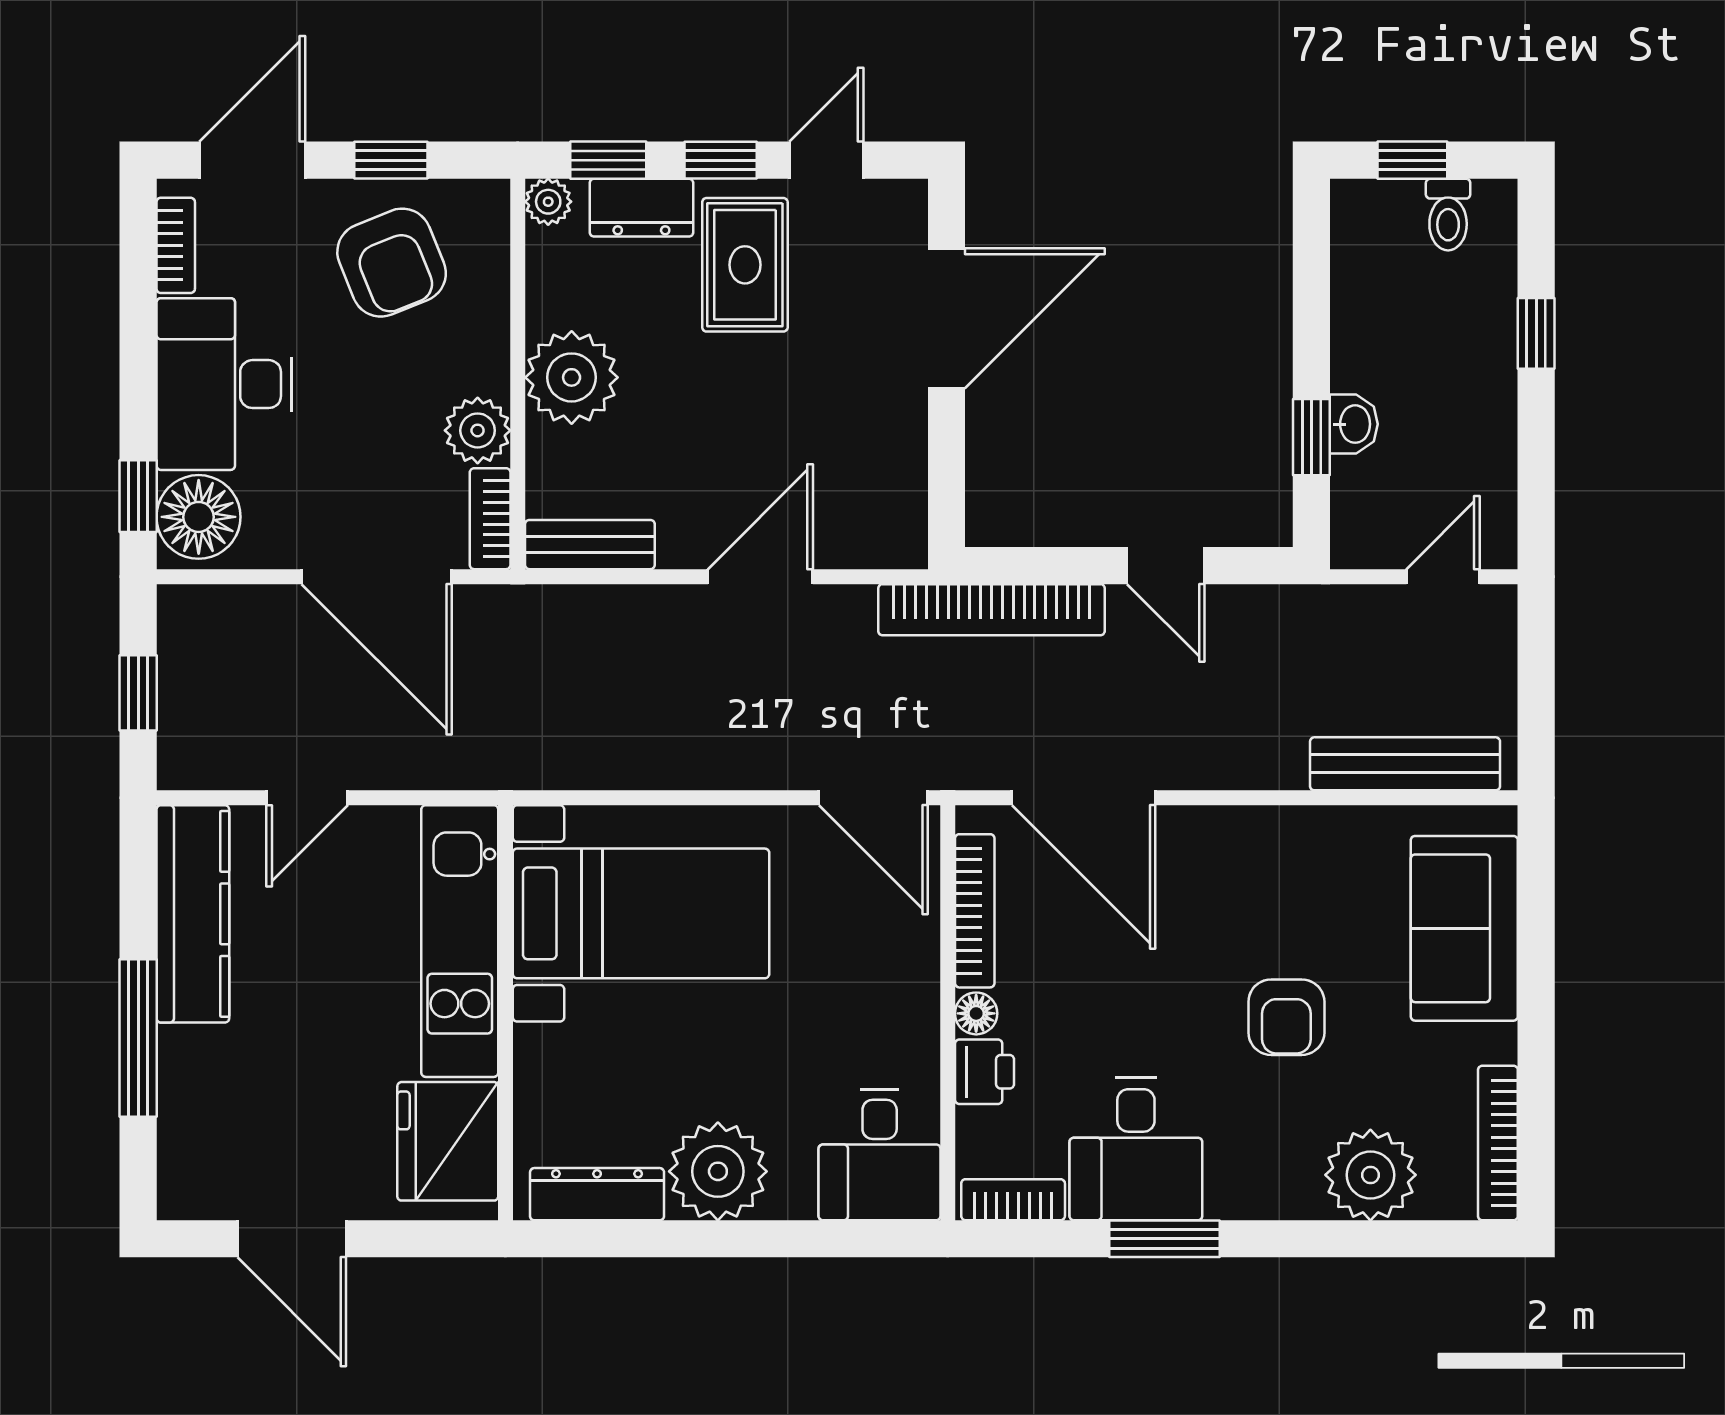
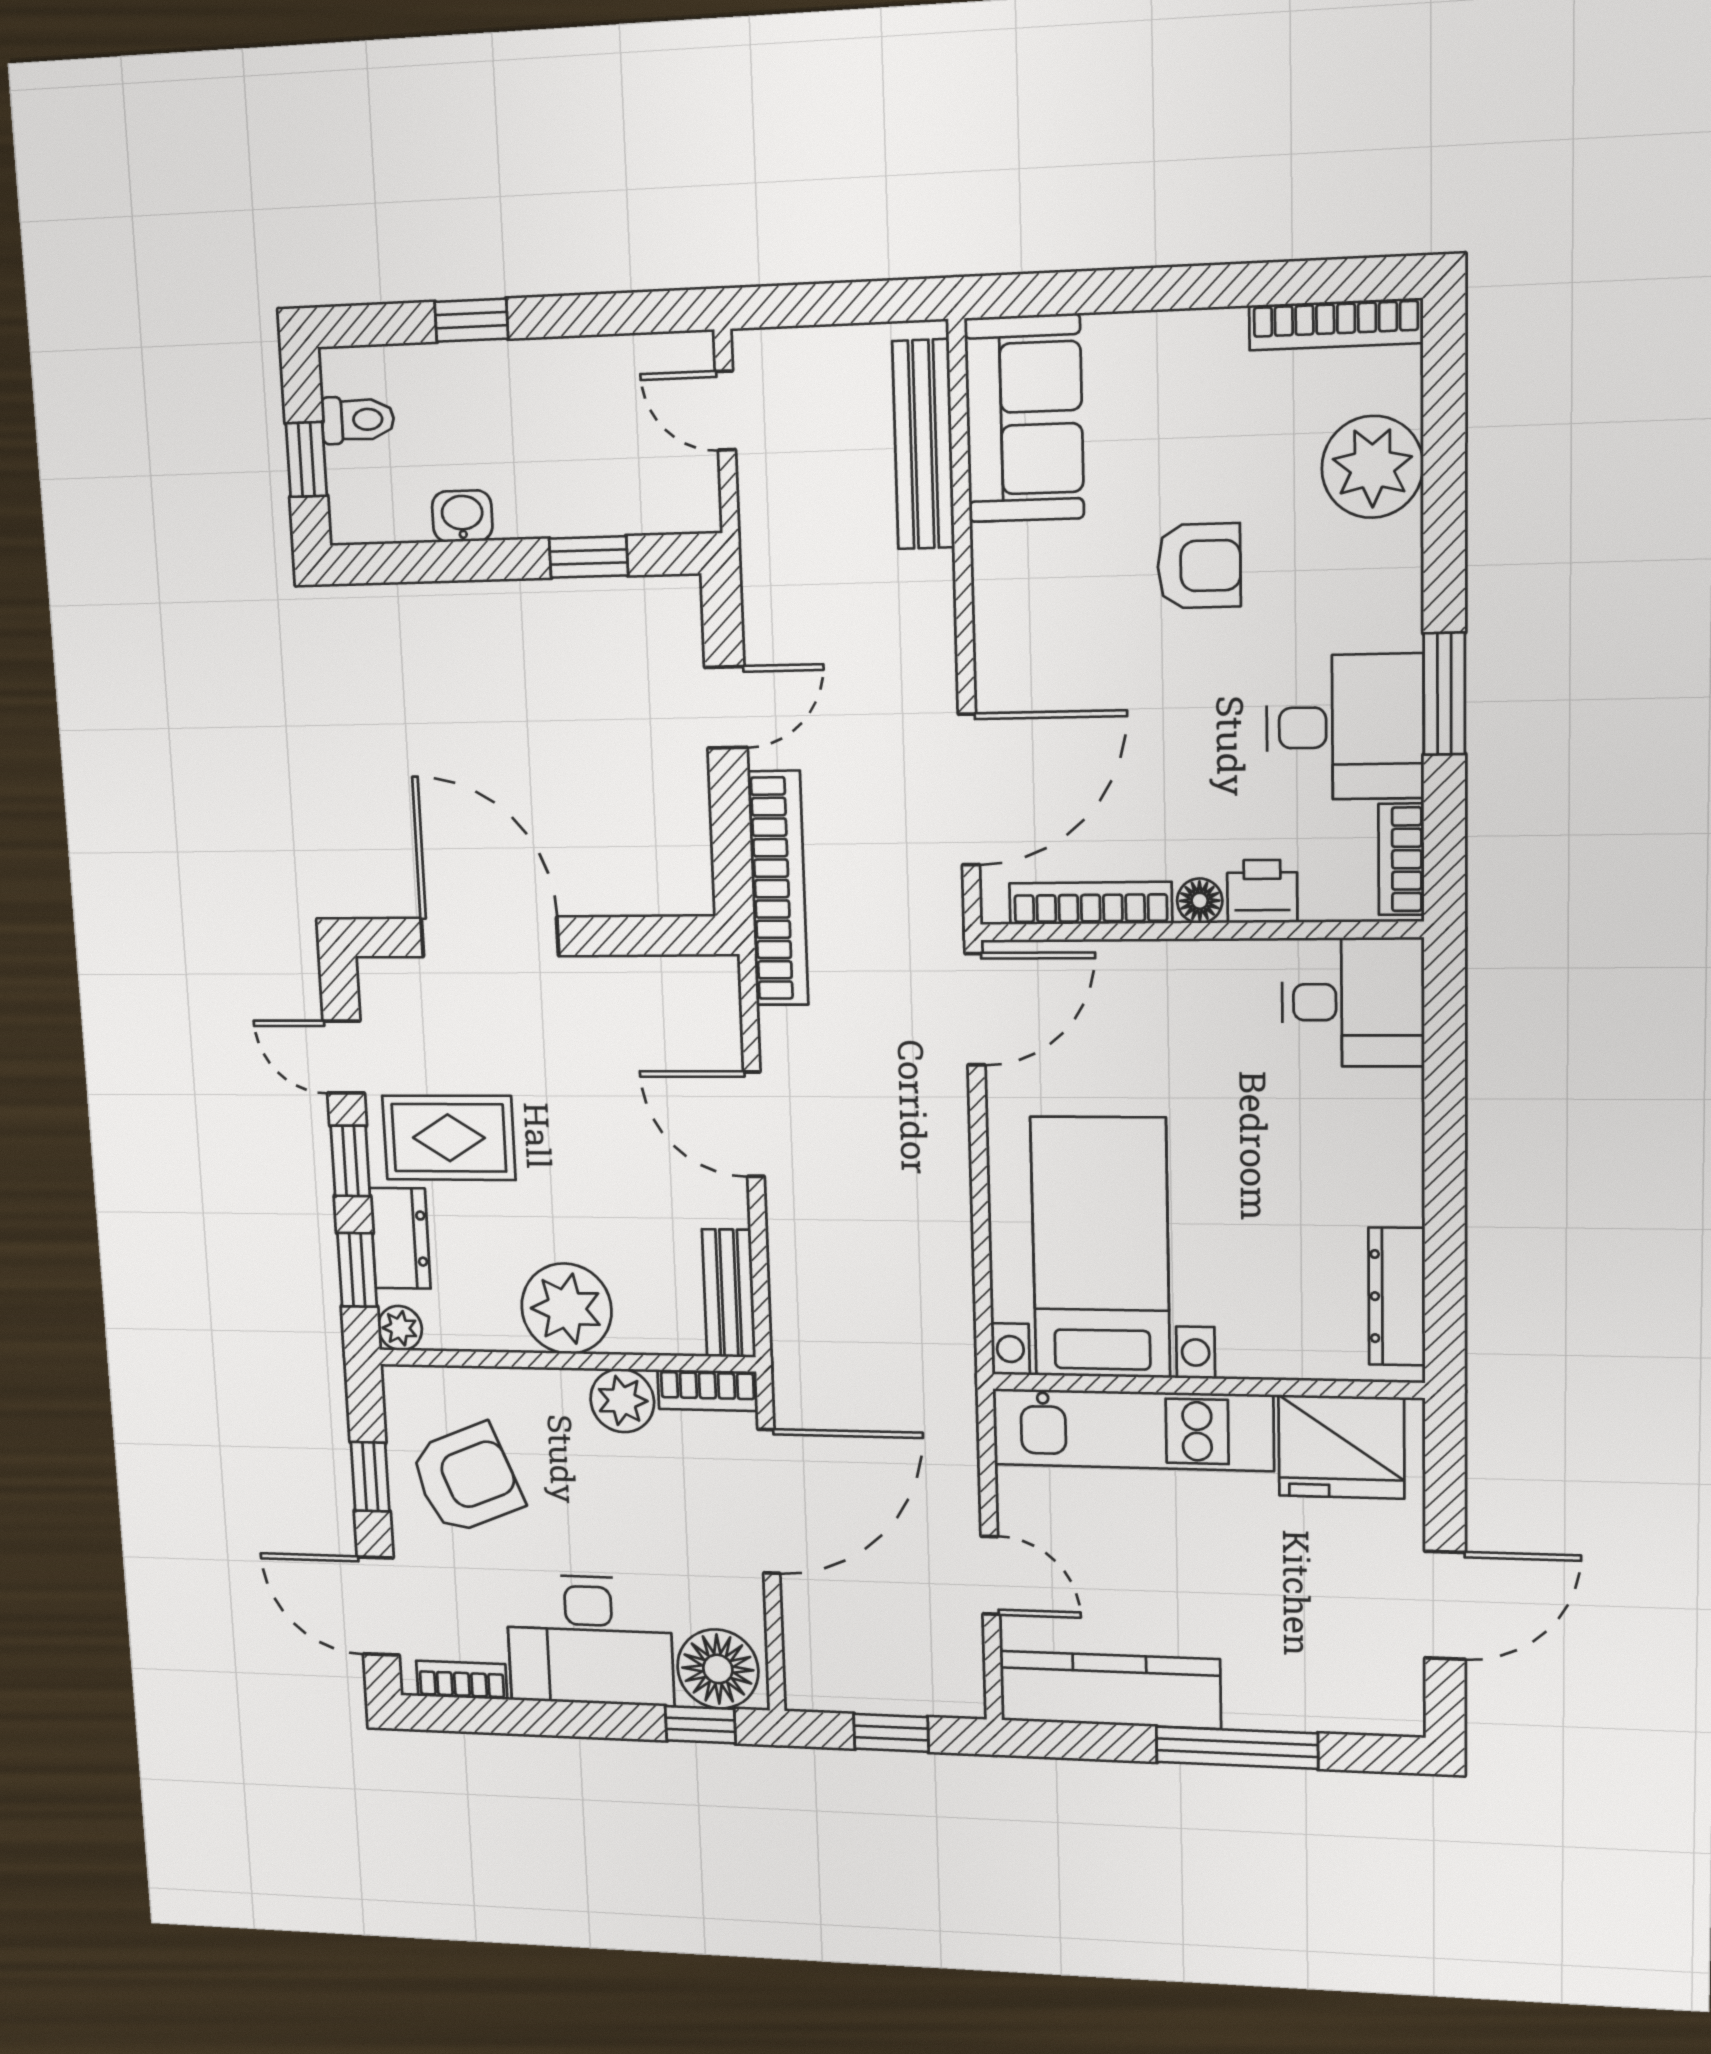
washbasin: (1354, 424) -> (462, 516), moved
sofa: (1464, 928) -> (1024, 418), moved, turned -90
plant: (718, 1171) -> (1372, 1171), removed

